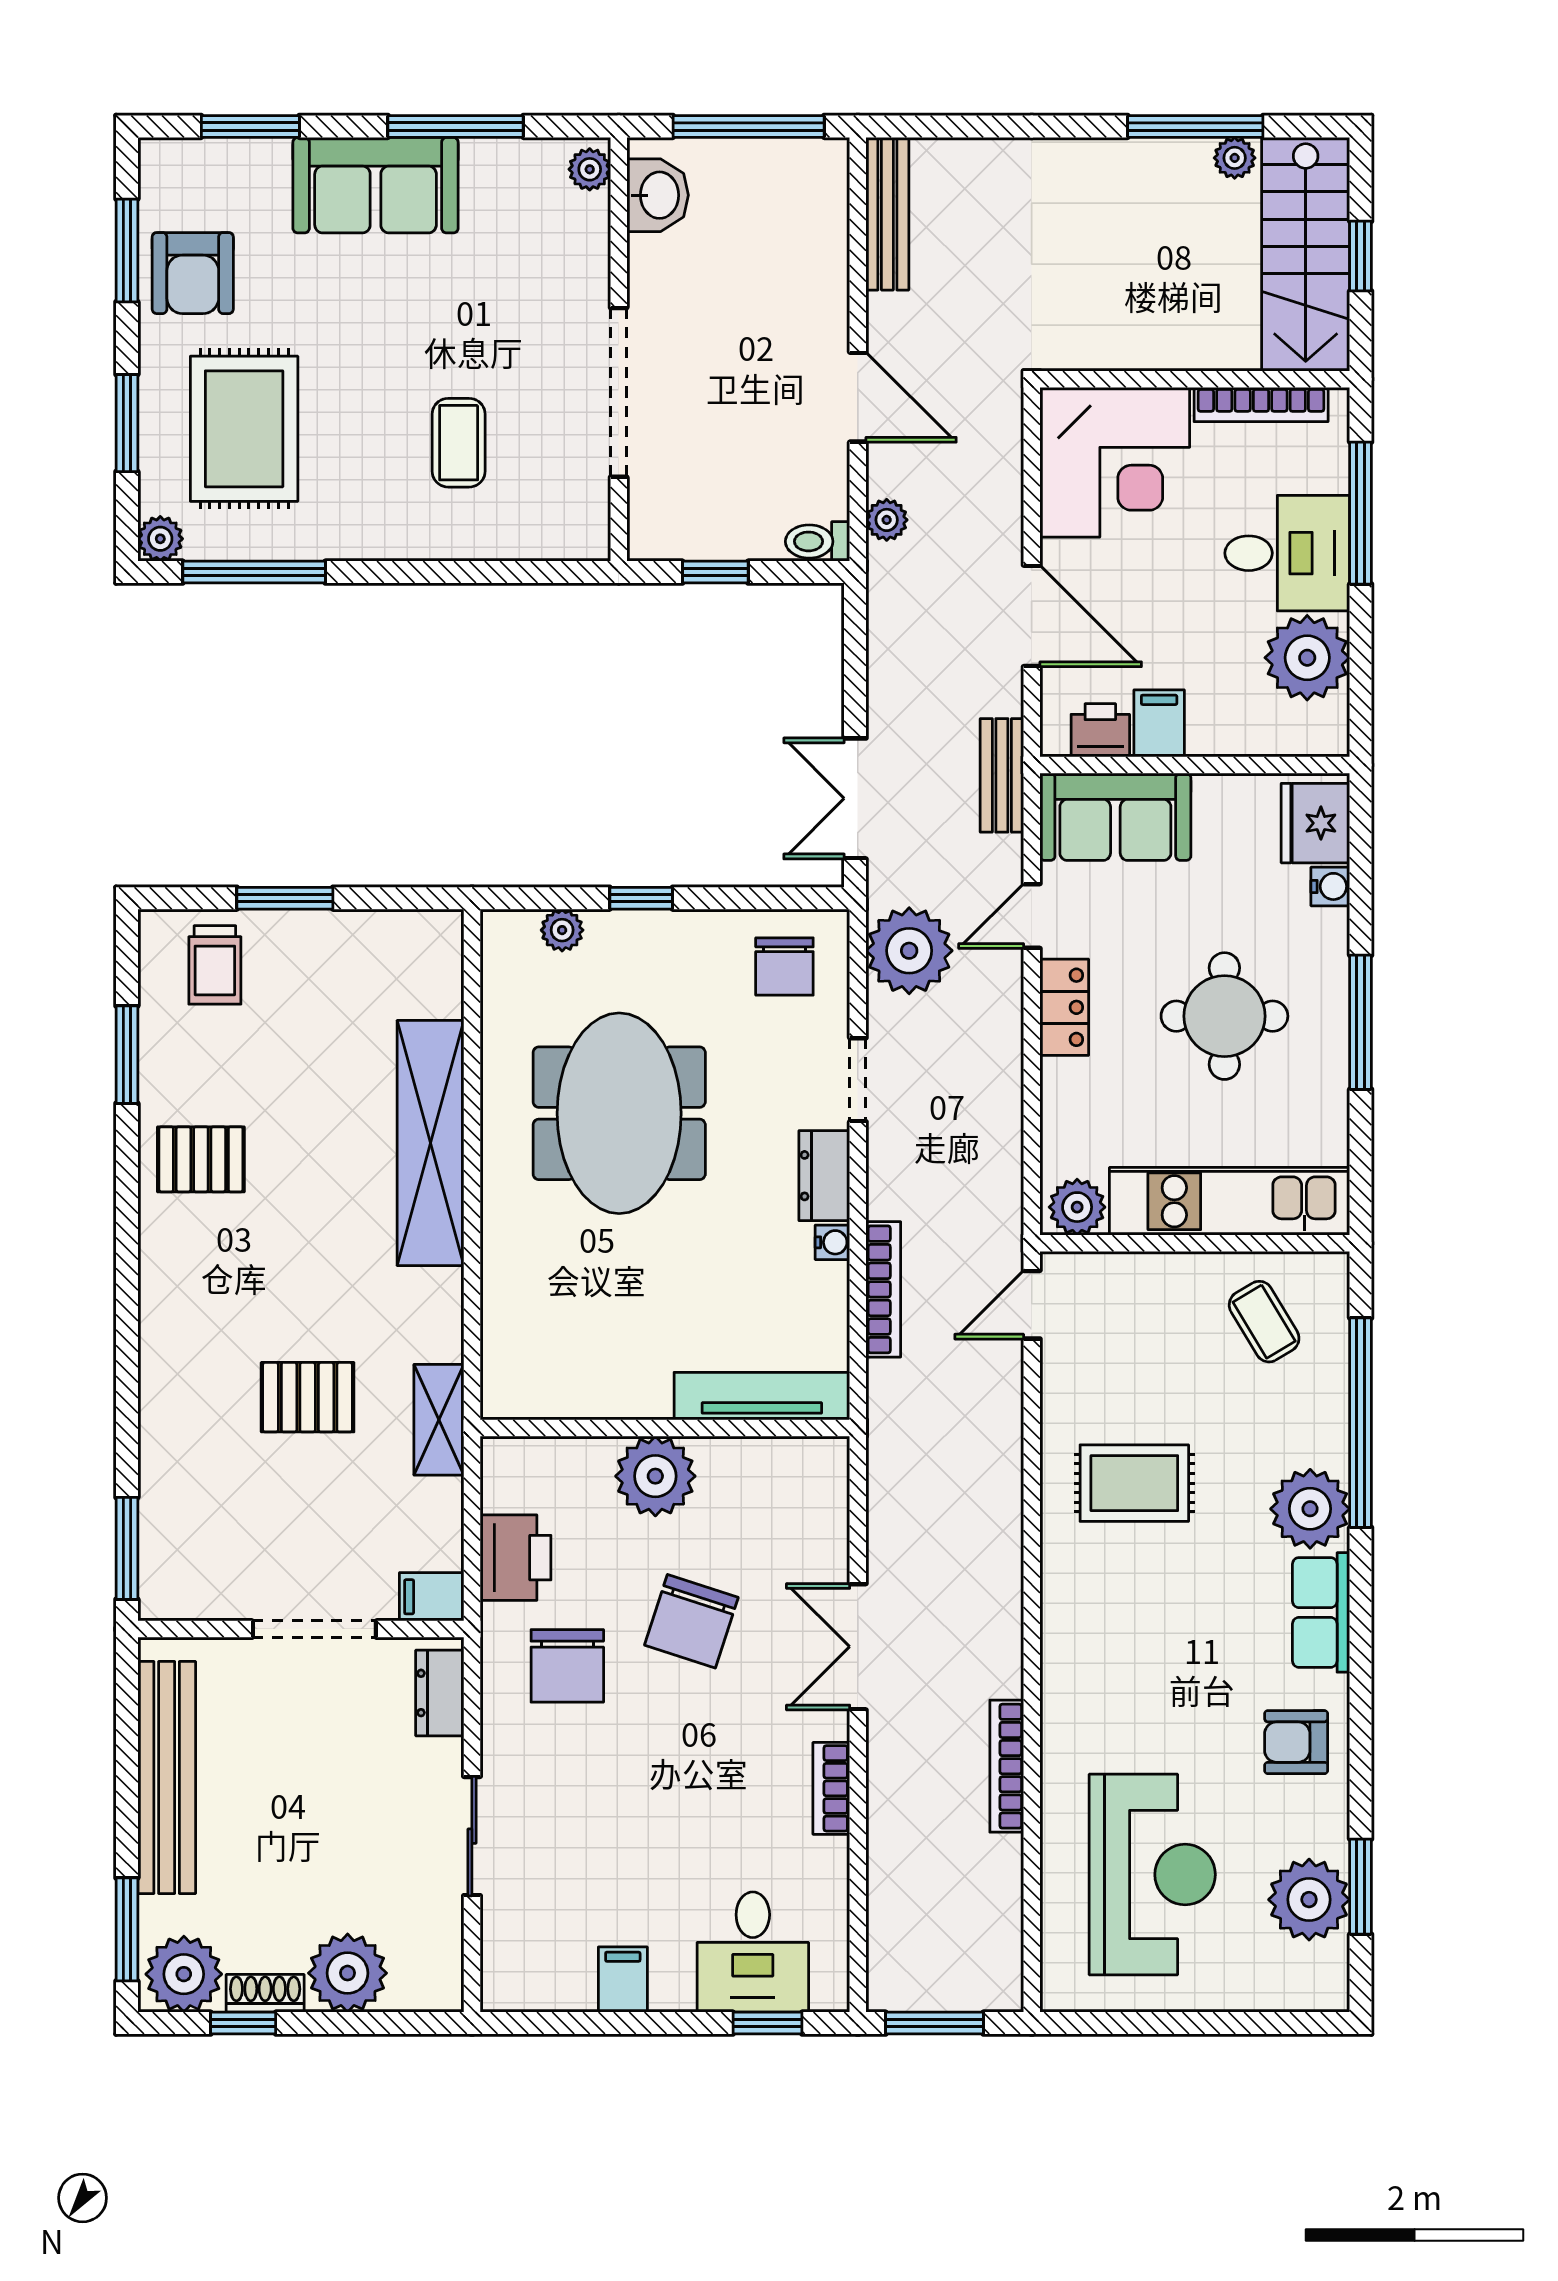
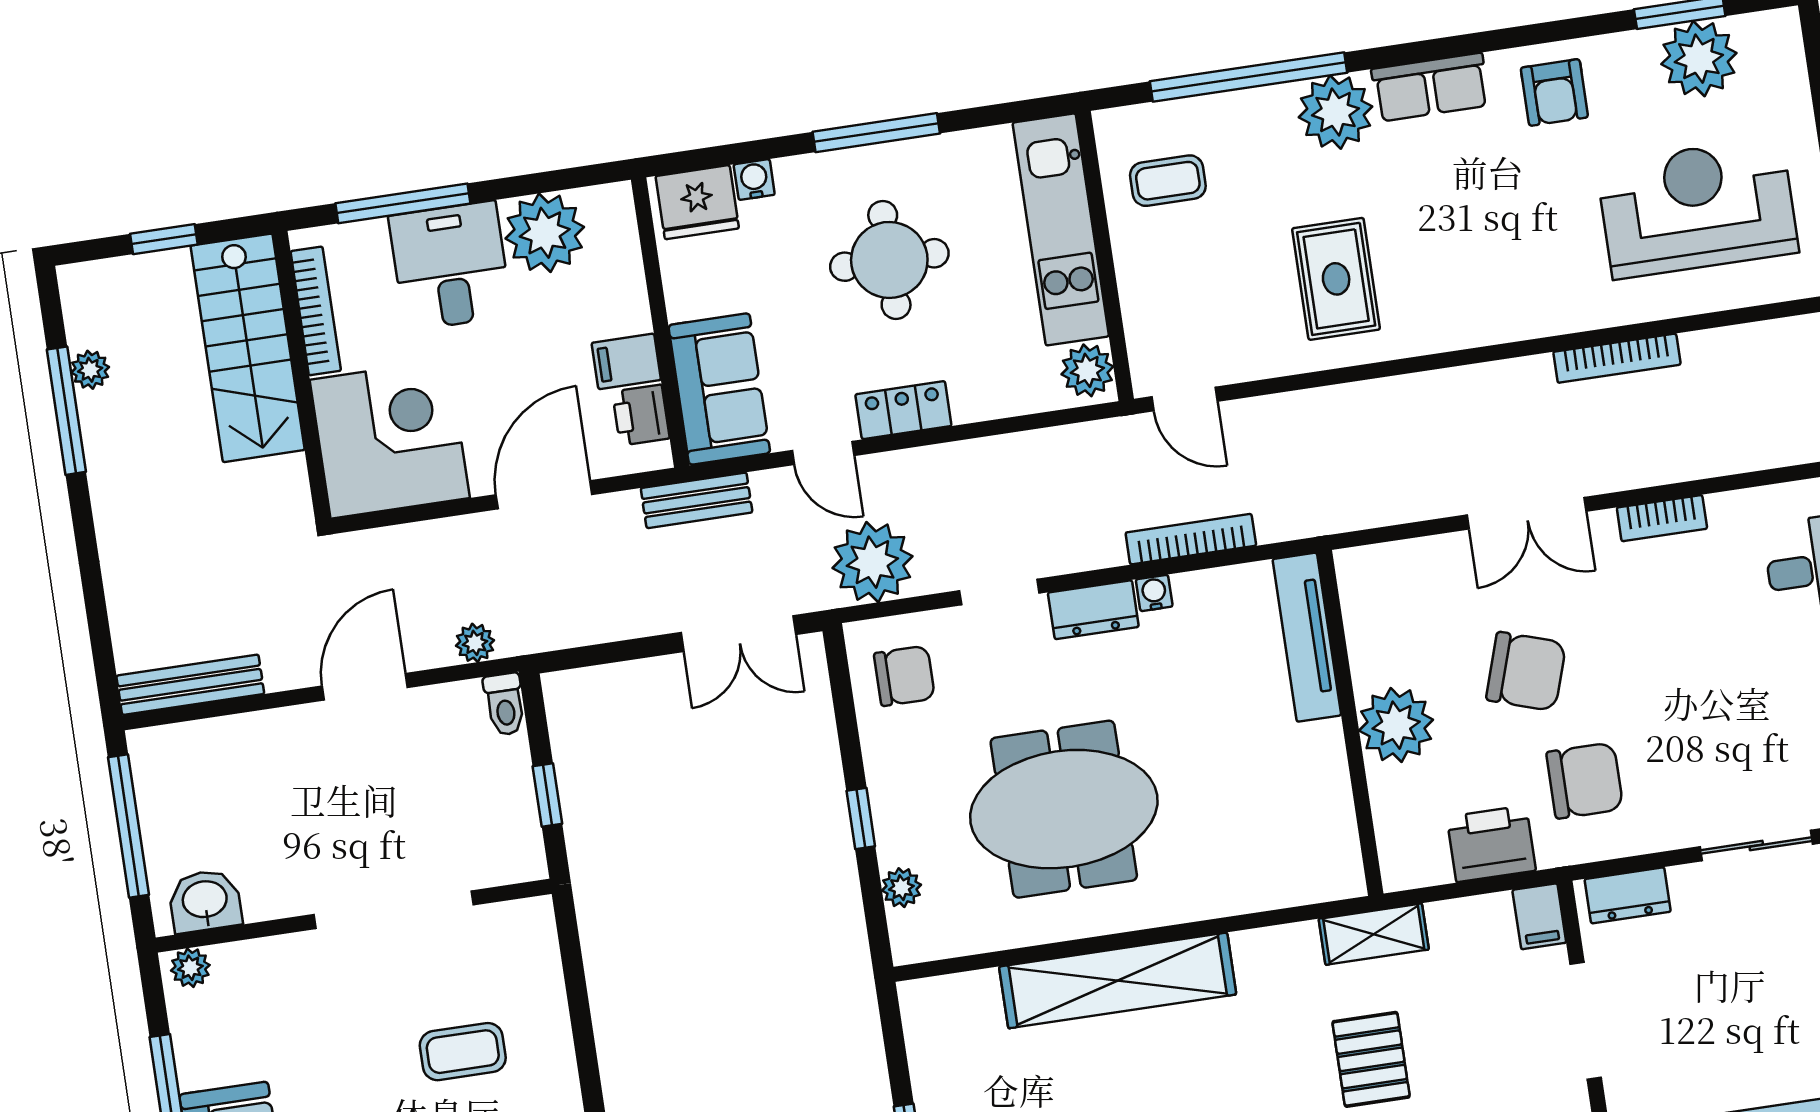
stairs: (1306, 254) -> (248, 348), moved, turned 90
coffee table: (1264, 1322) -> (1168, 181), turned 31

